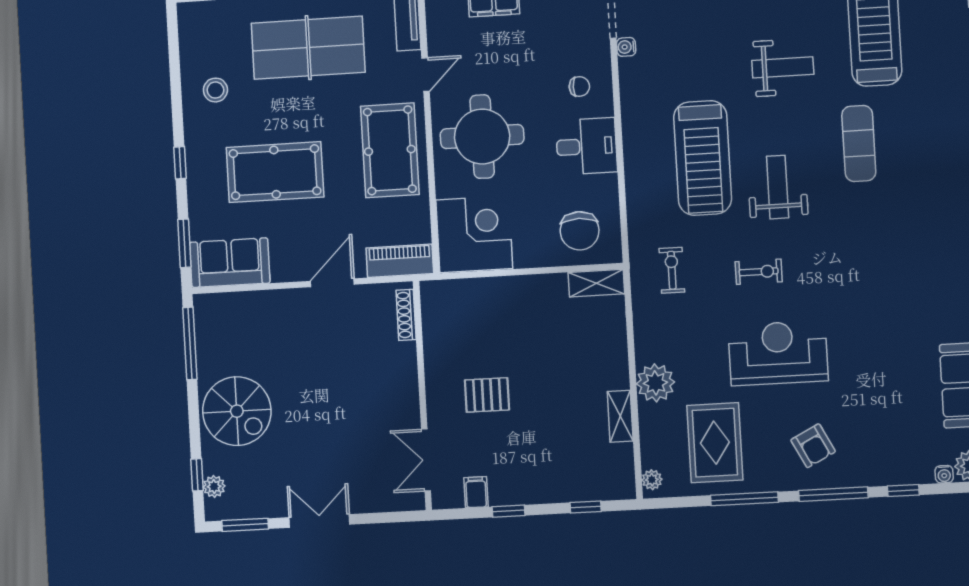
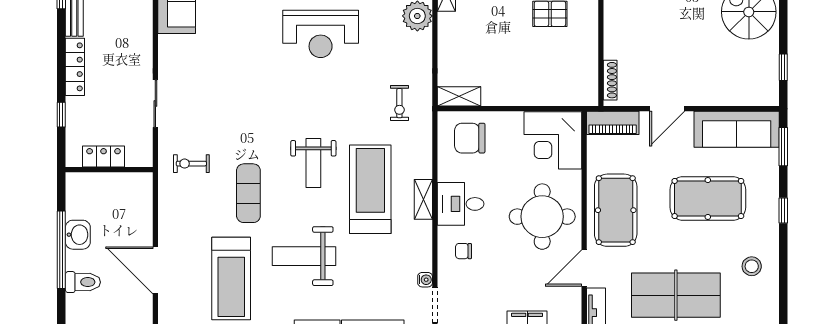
weight bench: (783, 67) -> (304, 256), width x1.36, depth x1.33
door: (426, 75) -> (584, 268), width x1.38
shelving: (634, 149) -> (423, 199), added
chair: (580, 231) -> (470, 138), turned -90
sofa: (230, 263) -> (737, 129), width x1.36
exercise bike: (759, 272) -> (191, 164), moved
window: (190, 343) -> (783, 67), width x0.46

